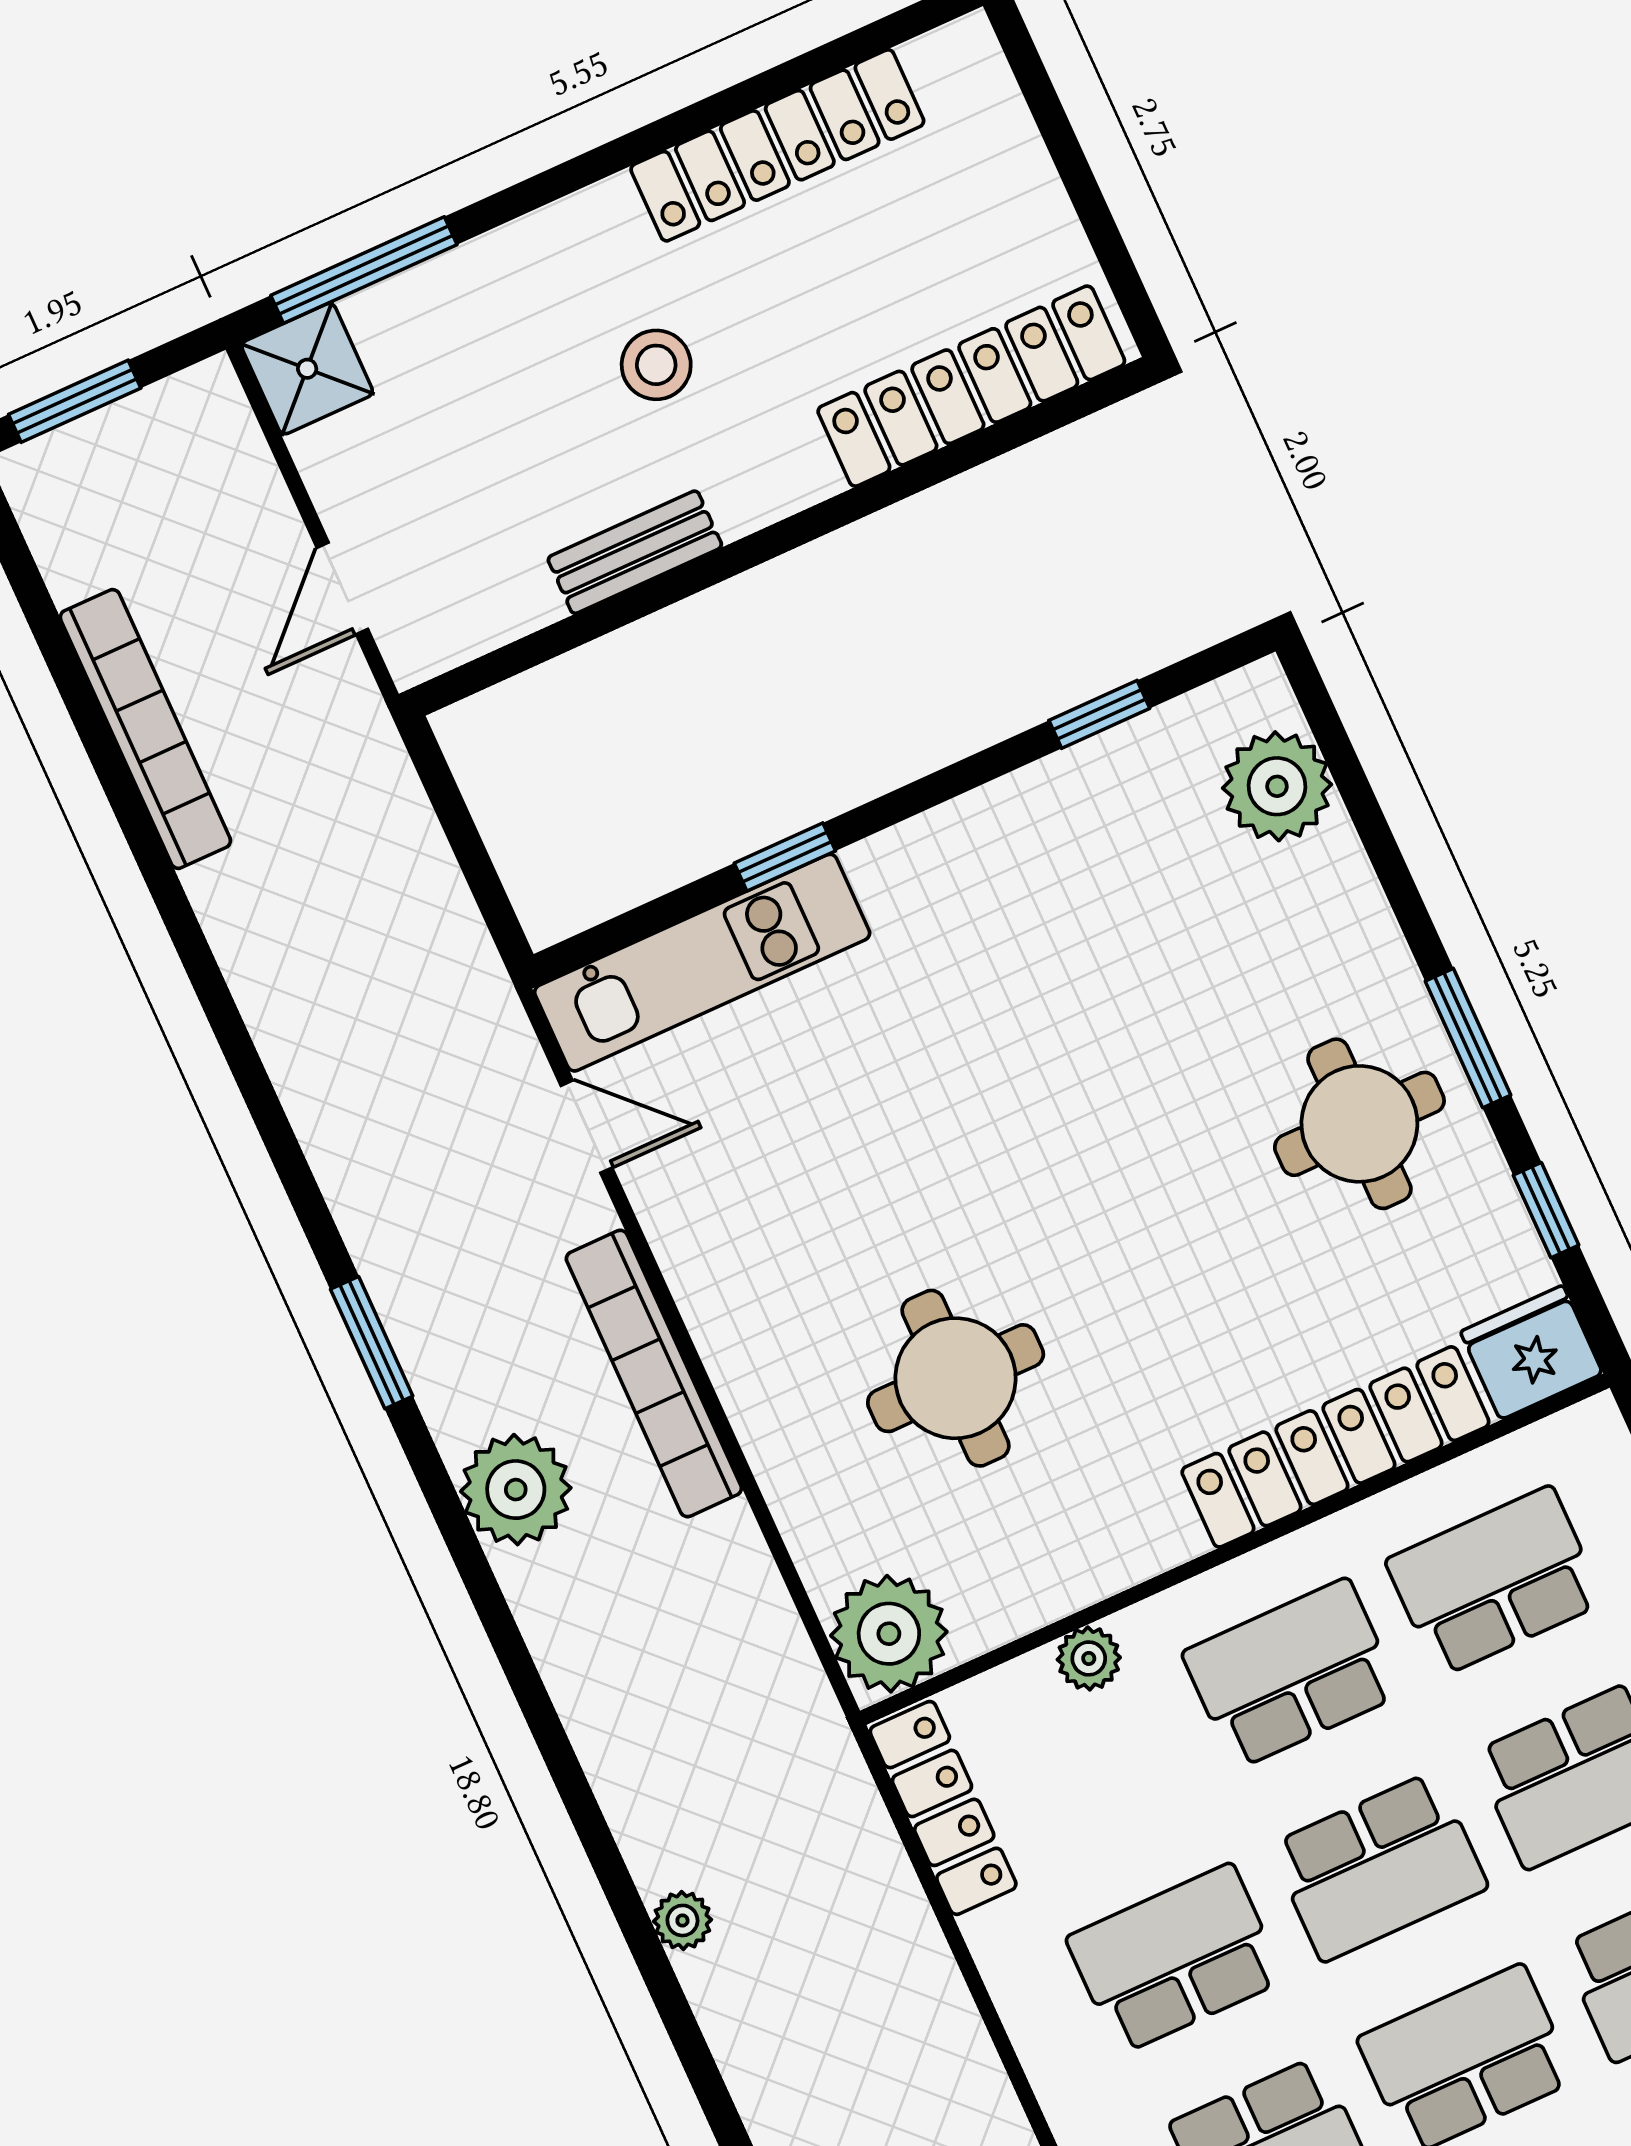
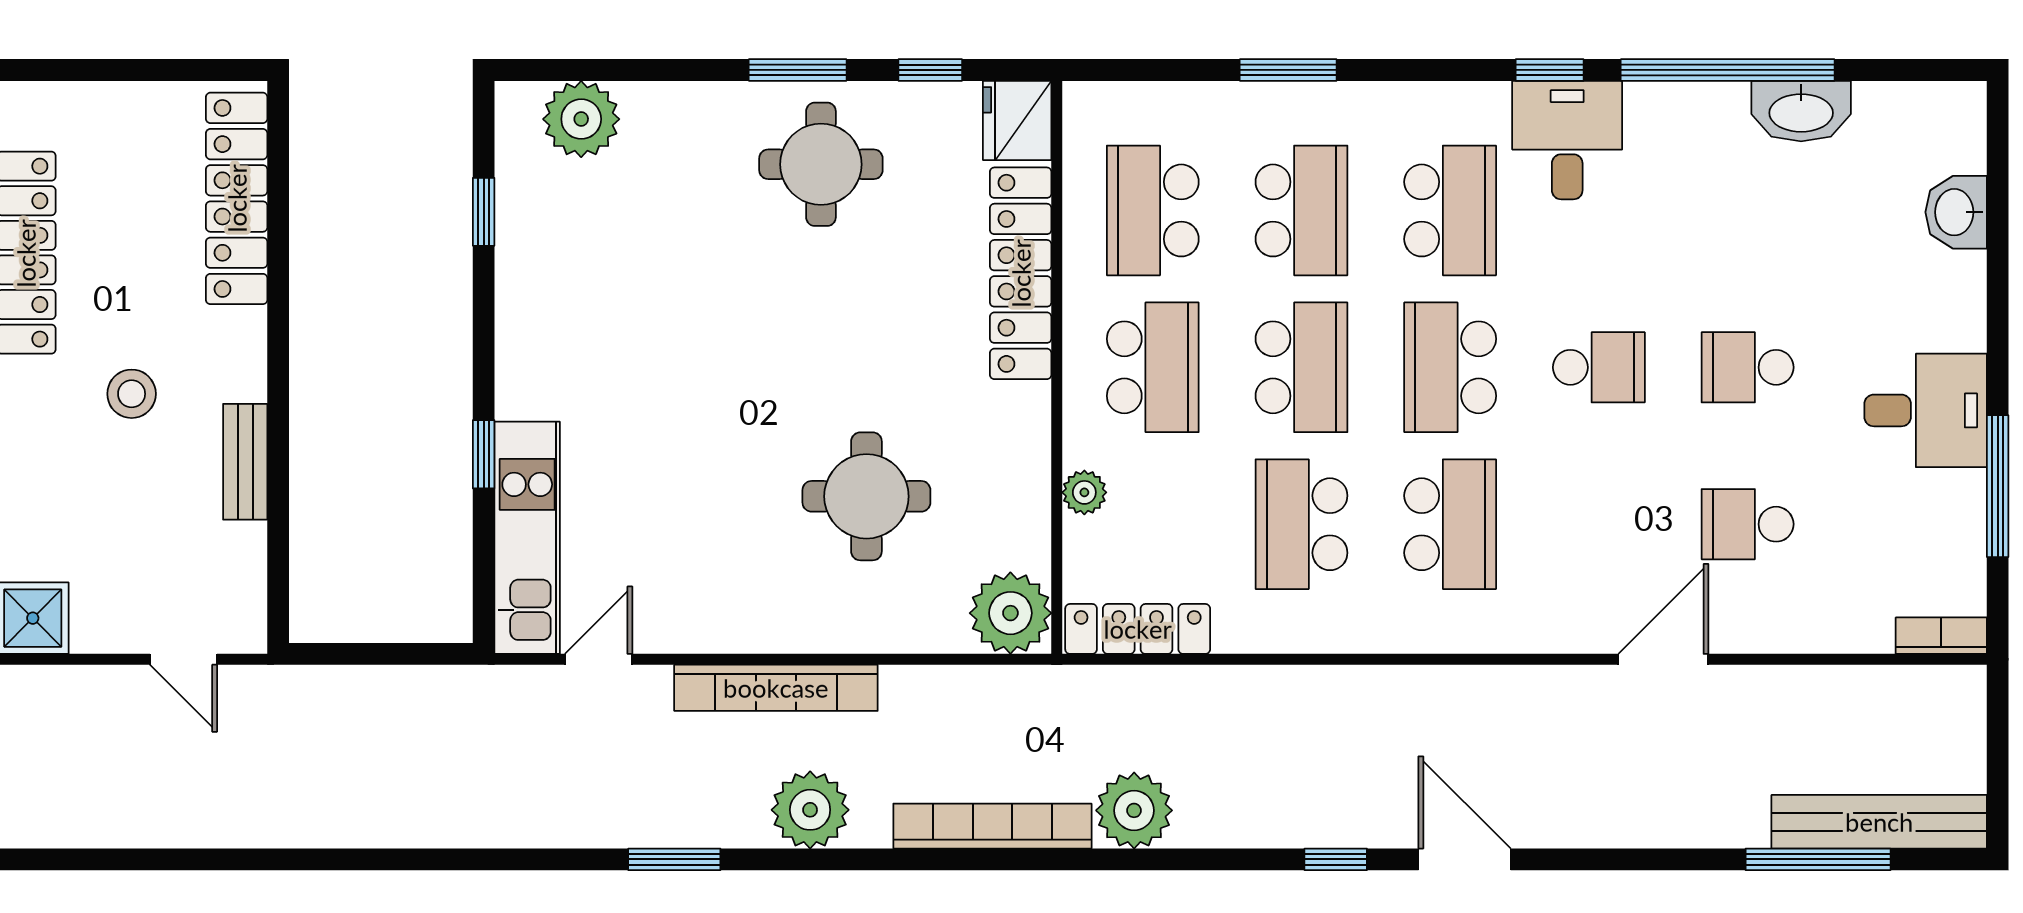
bookcase: (145, 729) -> (992, 826), moved
school desk: (1291, 1674) -> (1153, 367), turned 180
plant: (682, 1920) -> (1134, 810), width x1.88, depth x1.88

